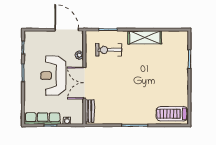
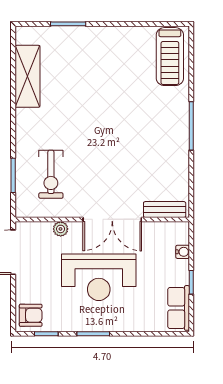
shelving: (145, 37) -> (28, 76), moved
armchair: (33, 39) -> (31, 315), added
row of seats: (43, 118) -> (179, 308), width x0.68

